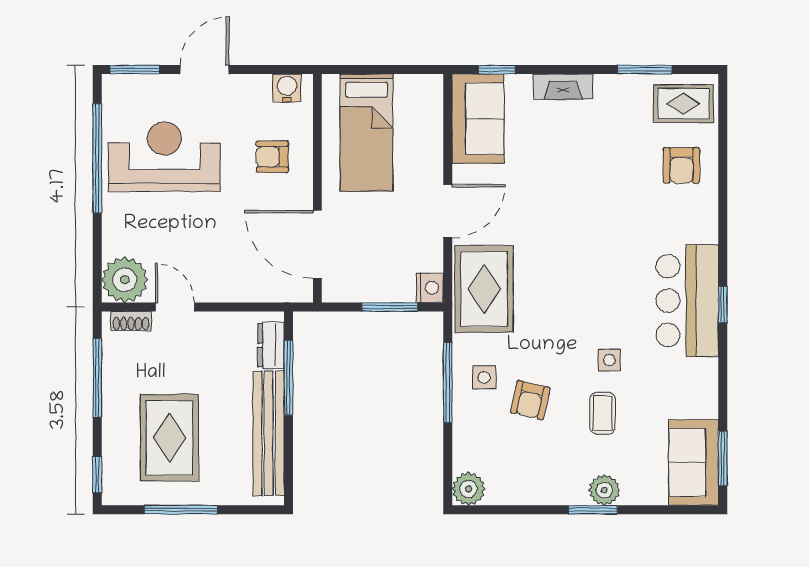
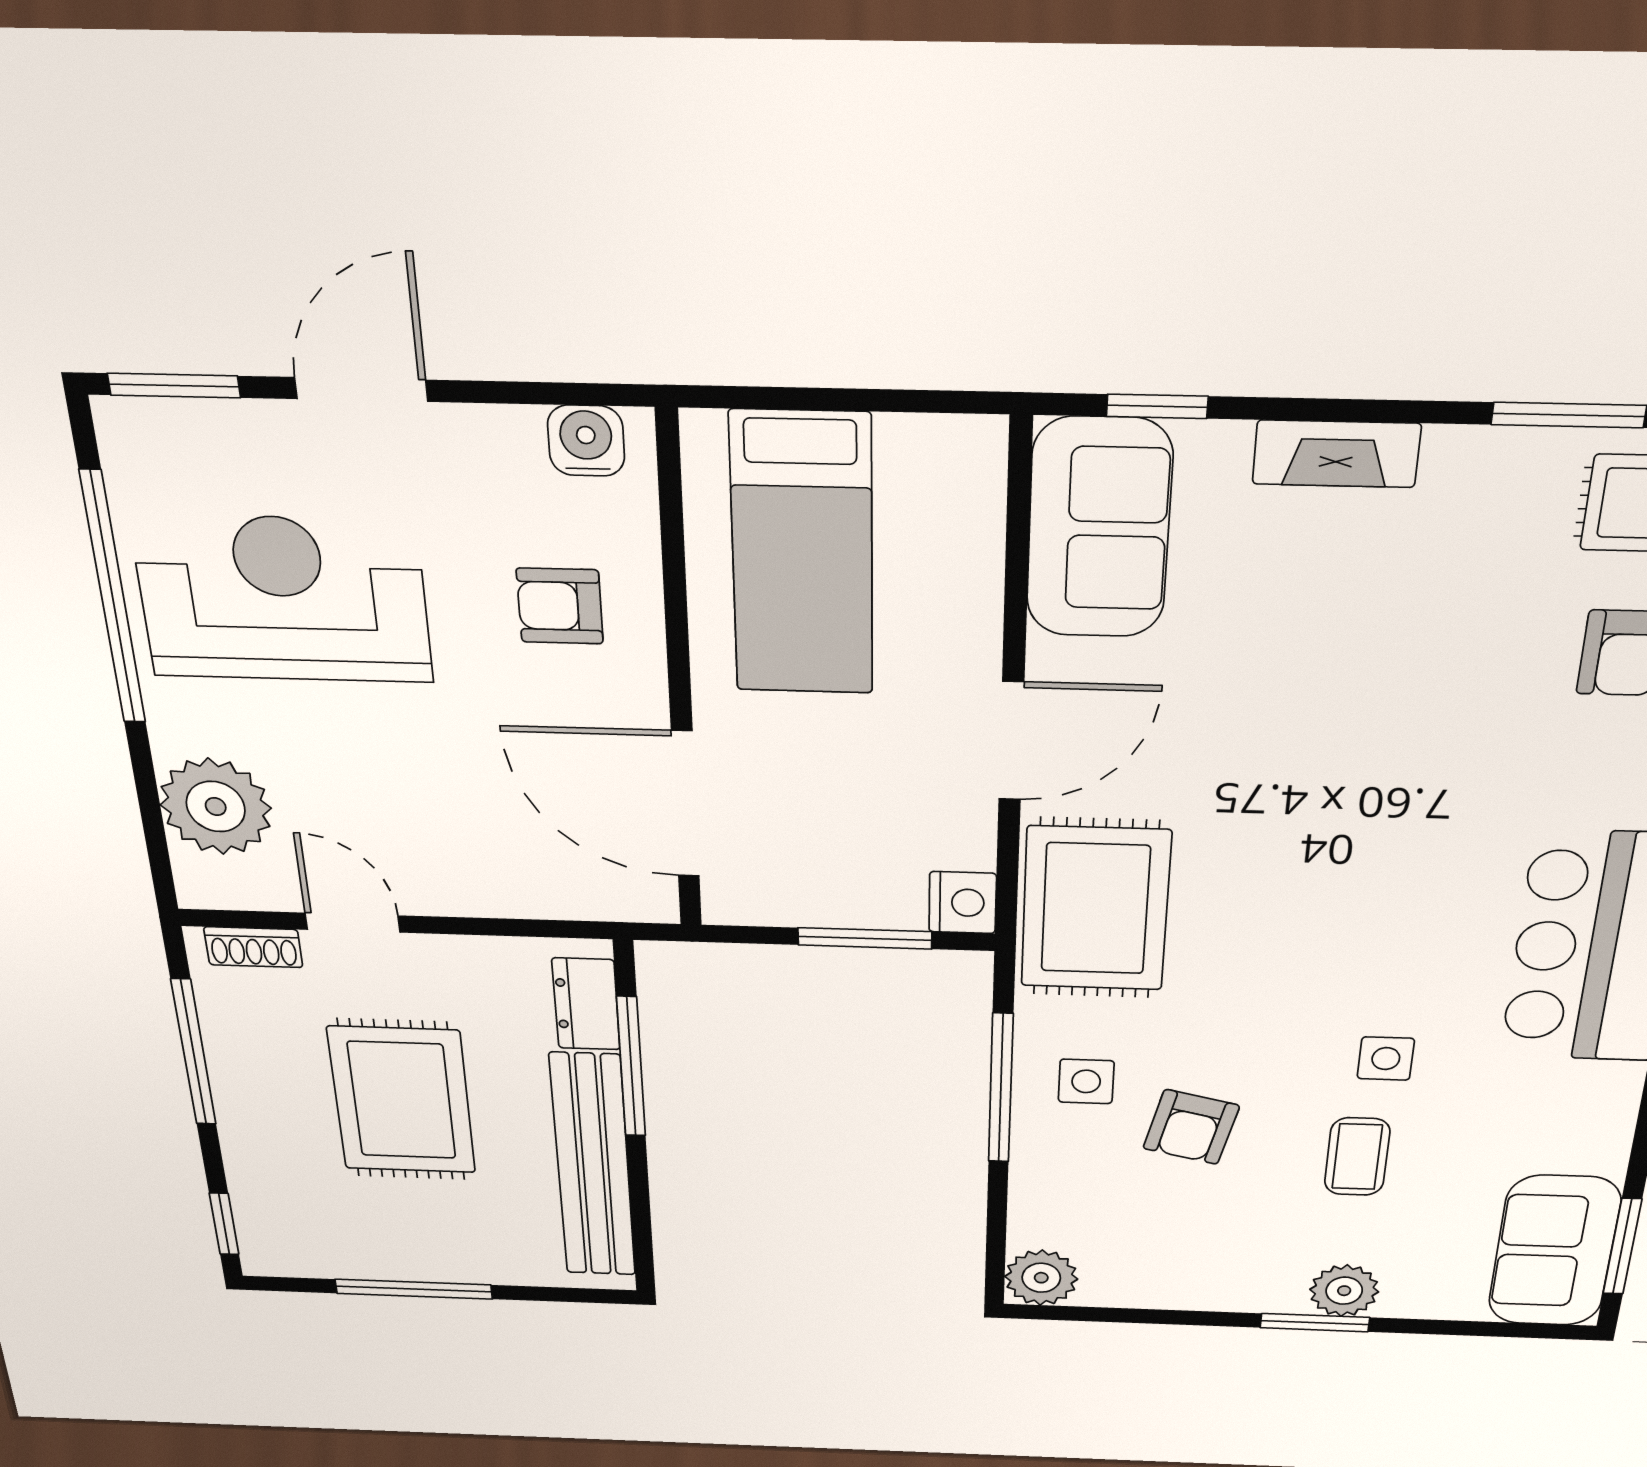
plant: (125, 280) -> (216, 807), moved
rug: (169, 438) -> (402, 1100), moved

